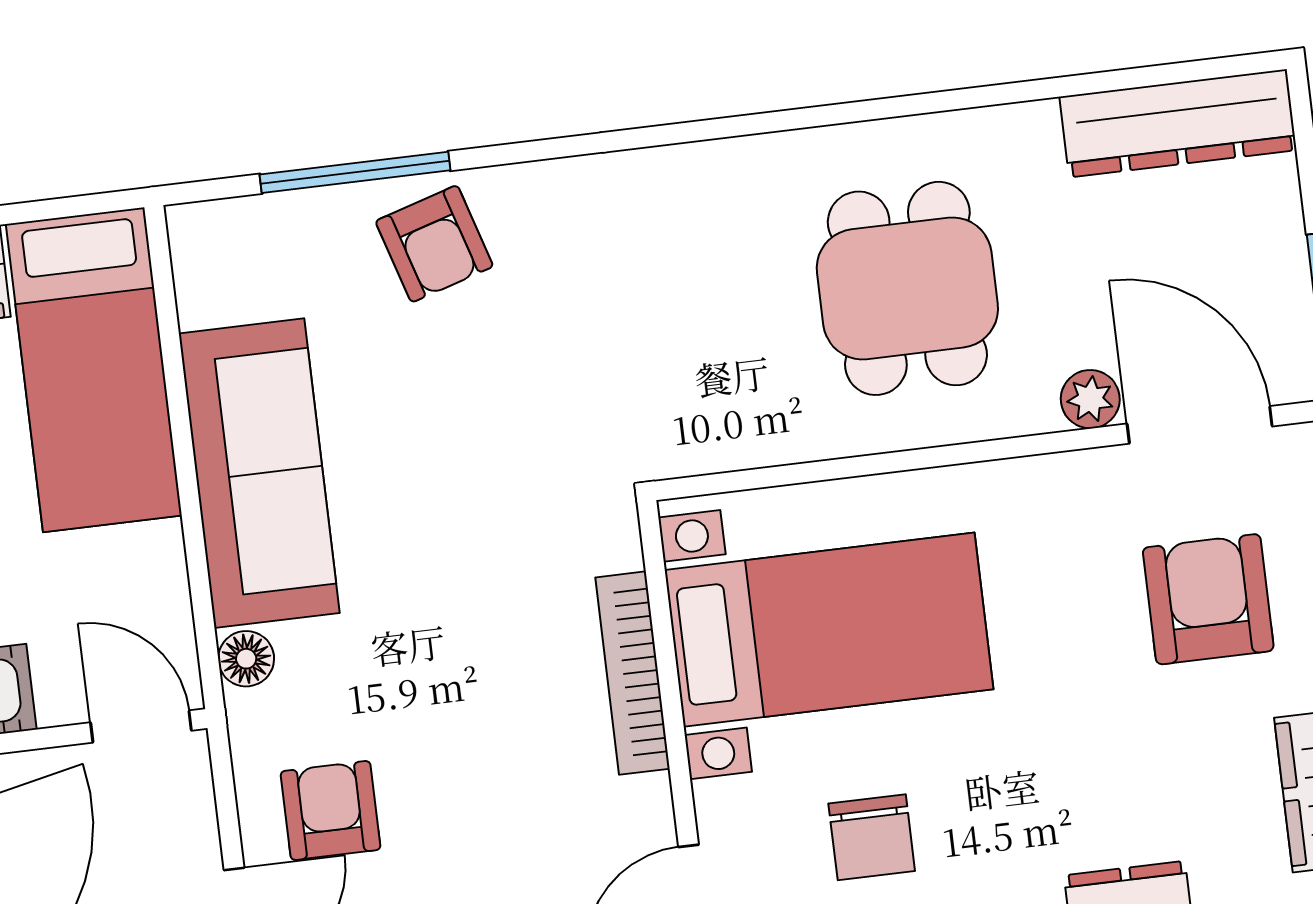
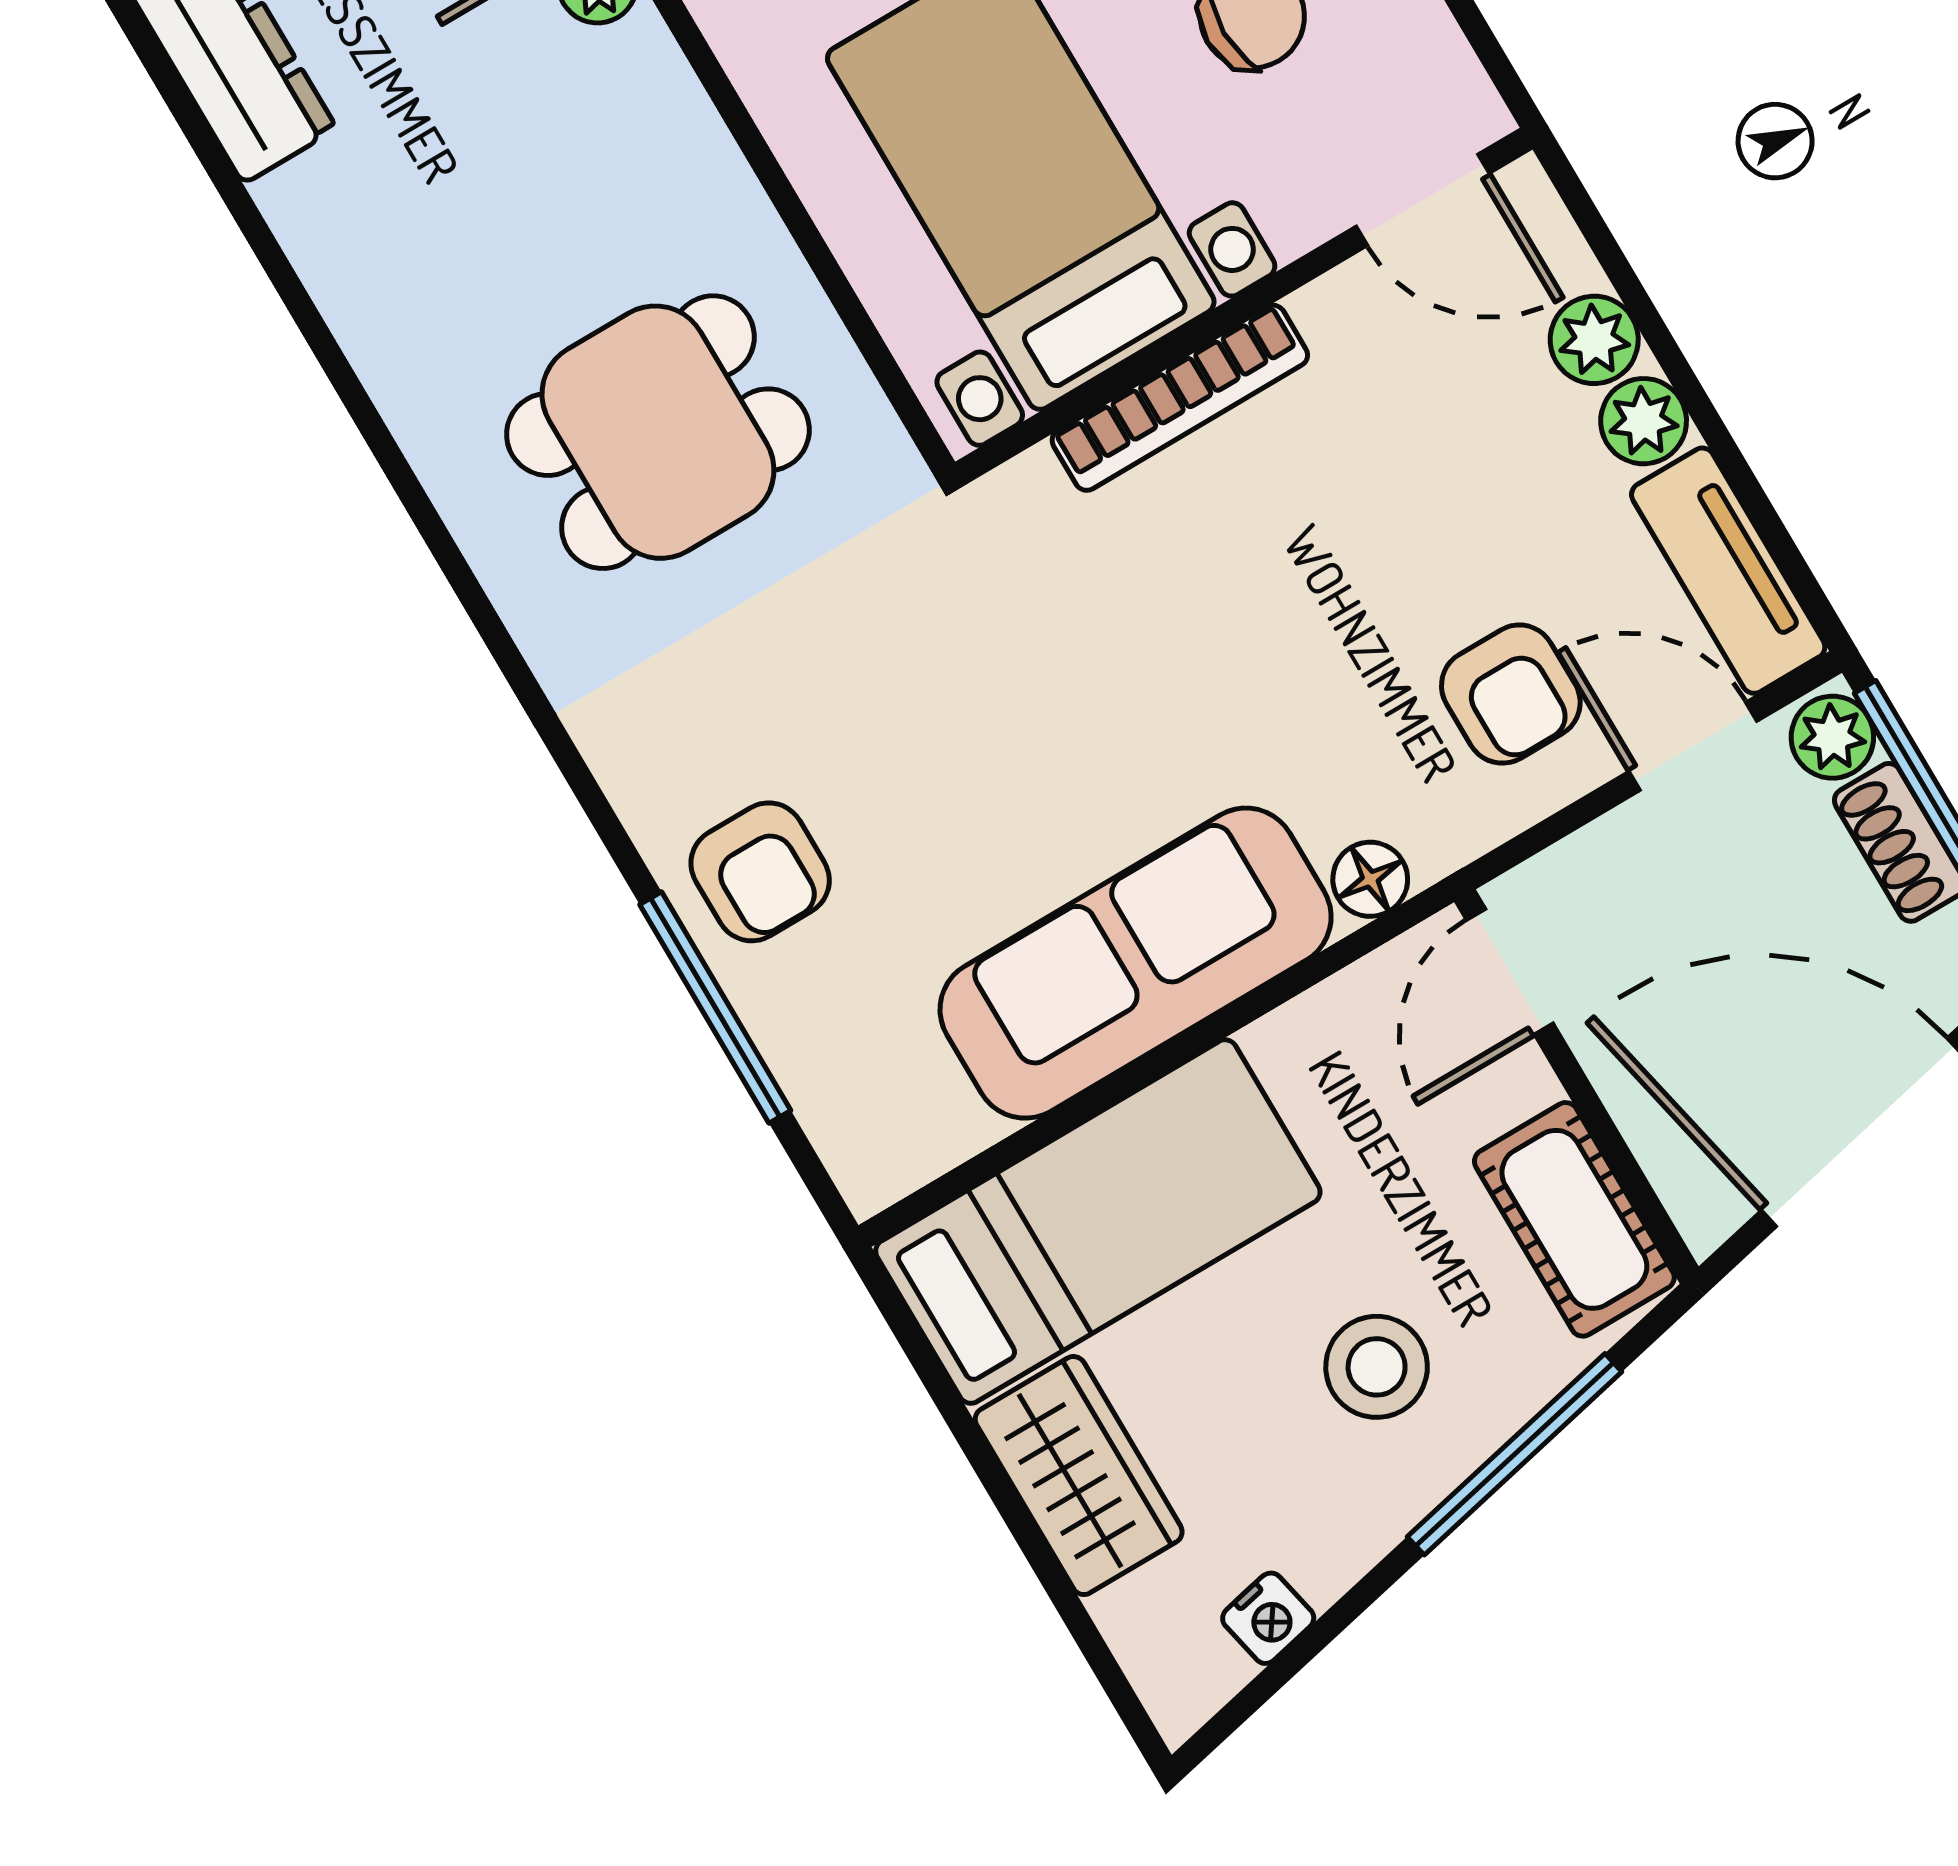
armchair: (434, 244) -> (760, 872), turned 107
dining table: (907, 288) -> (658, 432), moved
armchair: (331, 810) -> (1511, 694), turned -90

